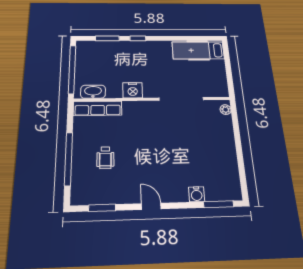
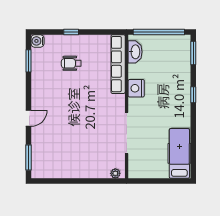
window: (107, 38) -> (193, 53), moved
row of seats: (98, 108) -> (118, 64), width x1.36
window: (68, 159) -> (71, 32), width x0.32
water cooler: (197, 194) -> (37, 41), moved
door: (151, 206) -> (28, 118), moved

